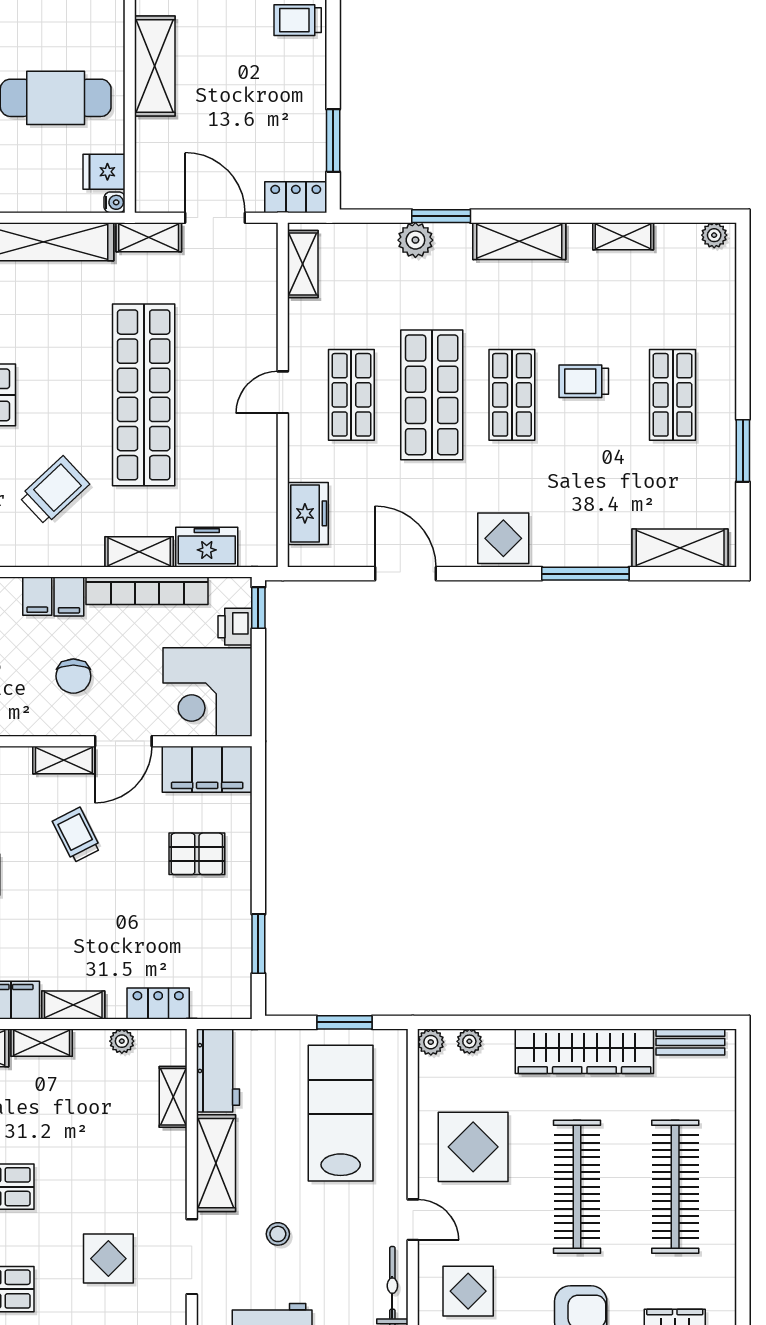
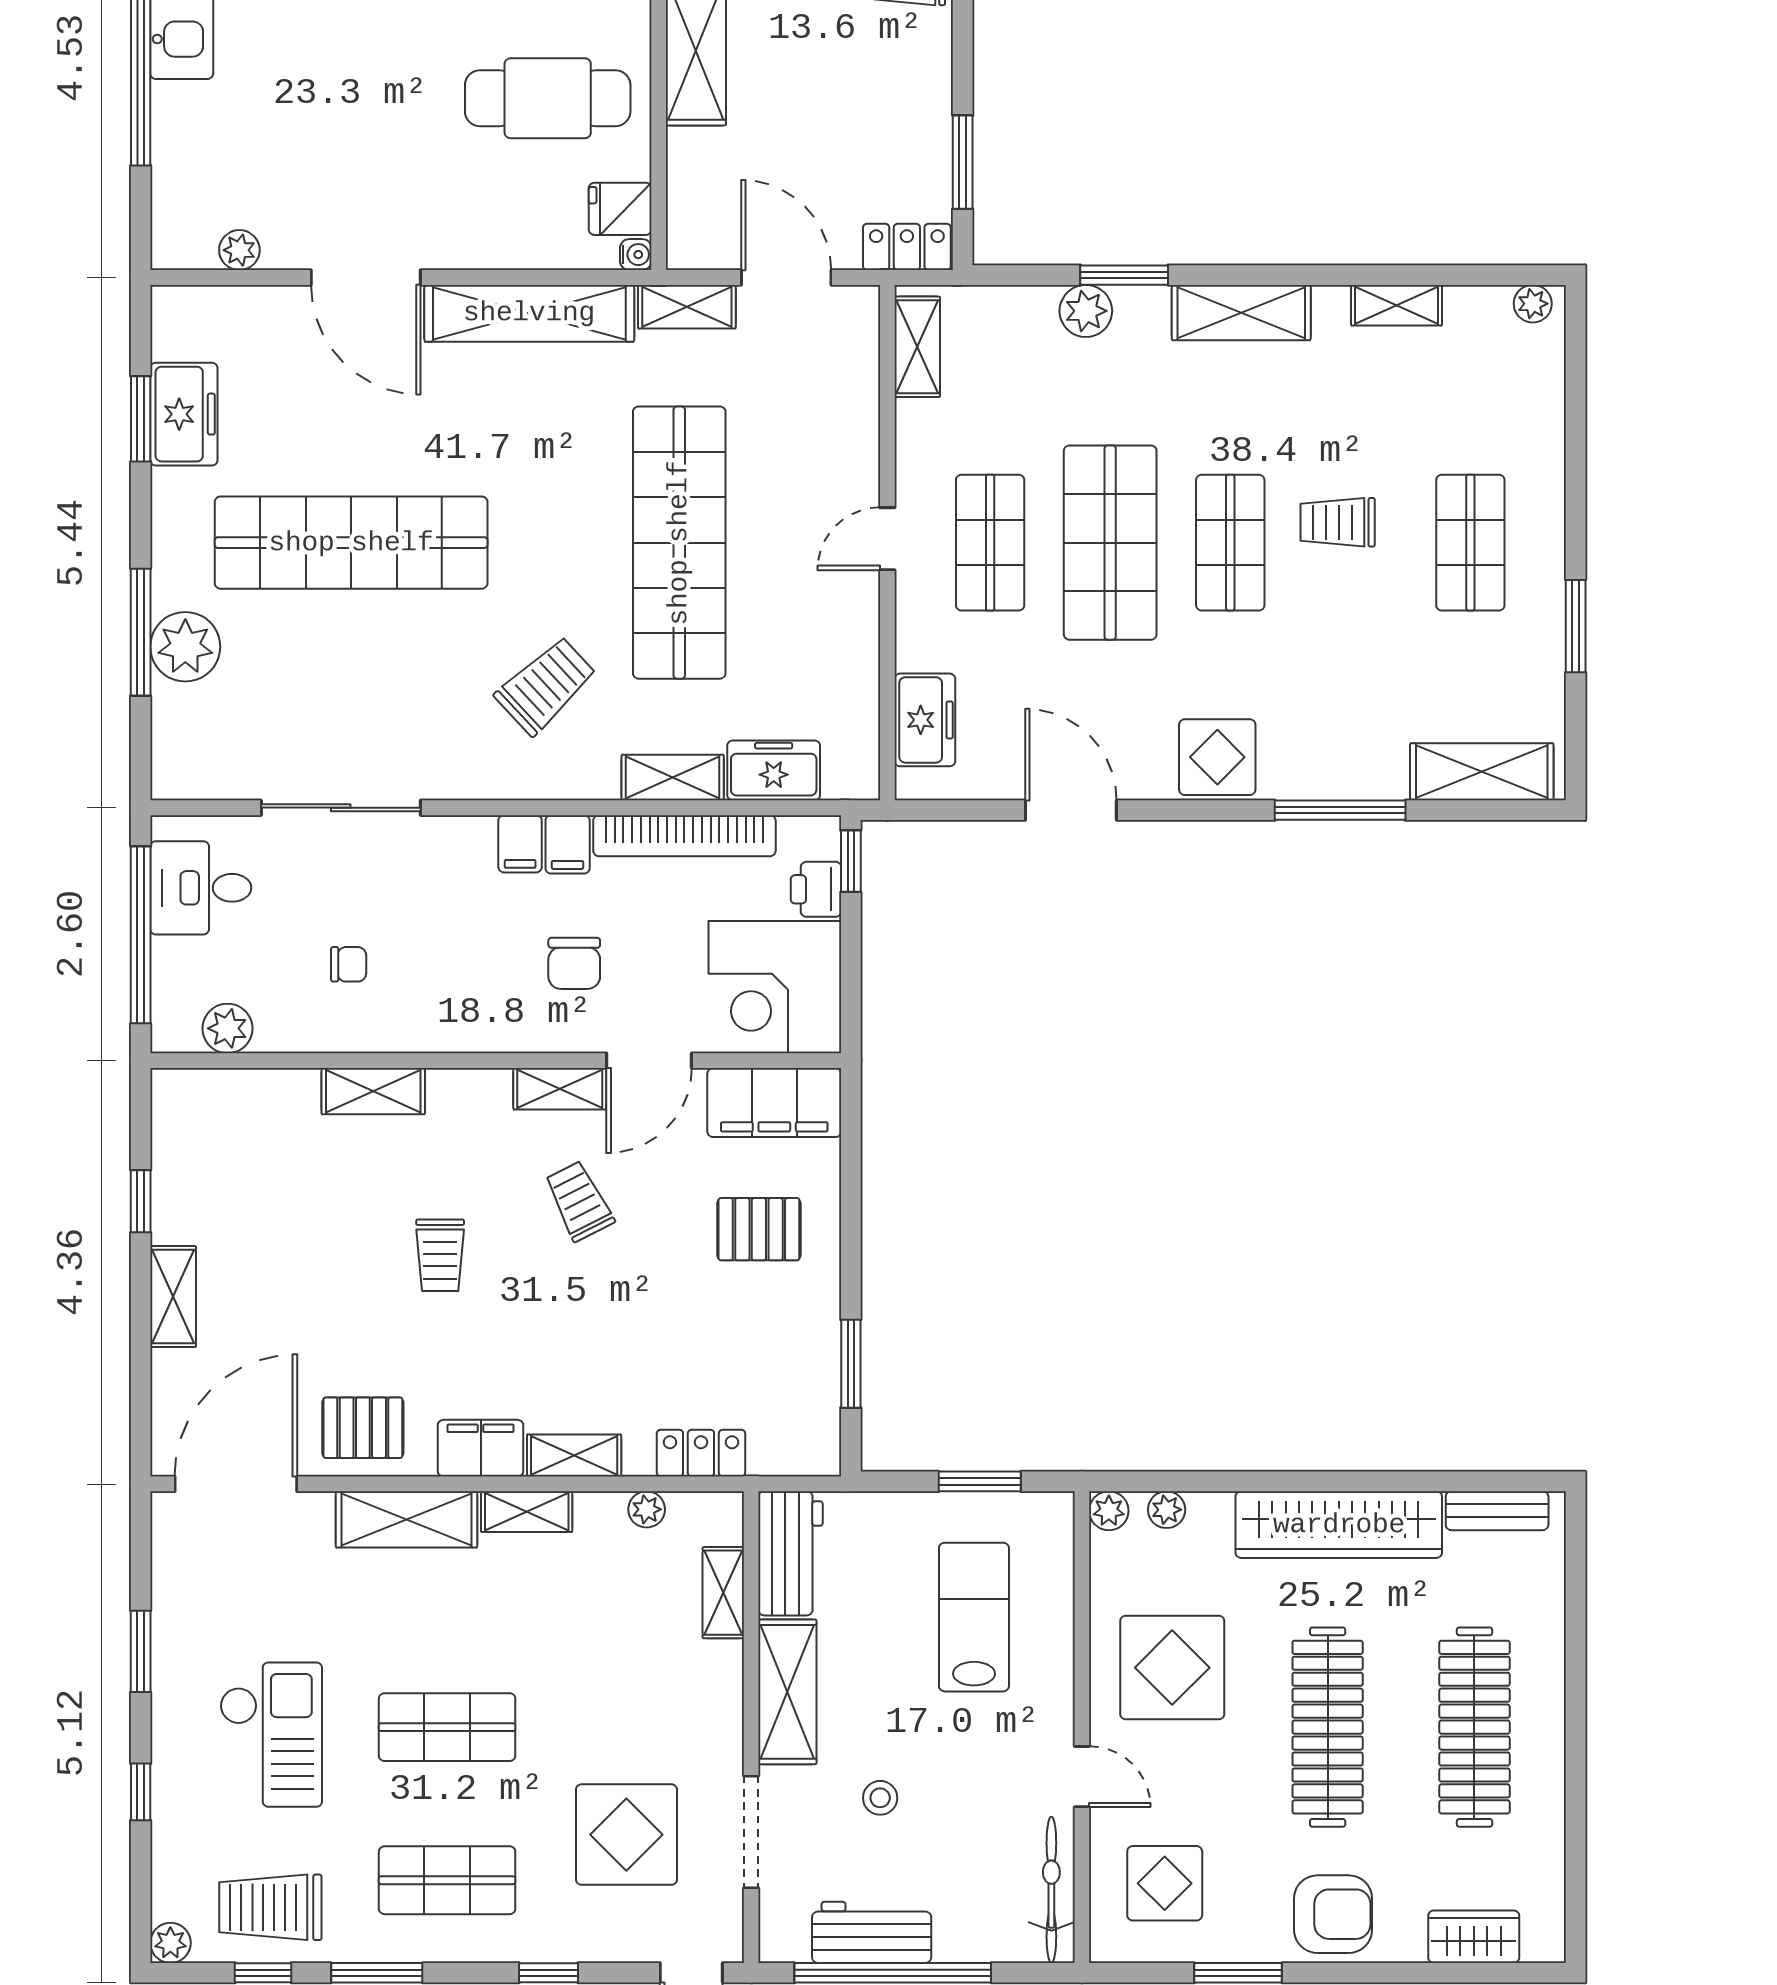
lab bench: (341, 1113) -> (974, 1617), width x0.73, depth x0.72
display table: (108, 1259) -> (626, 1835), width x1.36, depth x1.36

